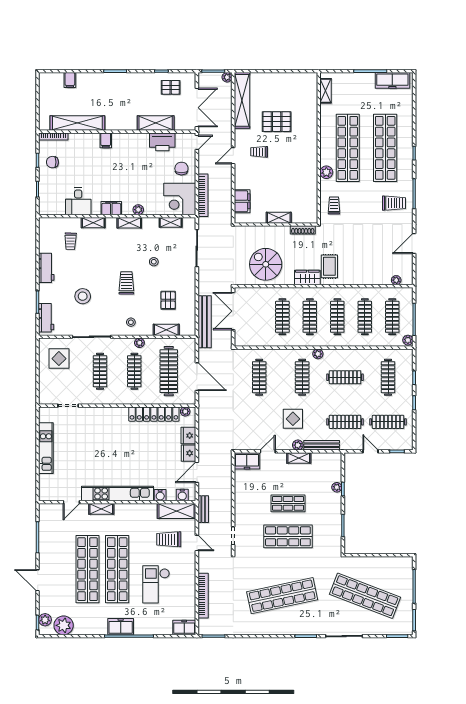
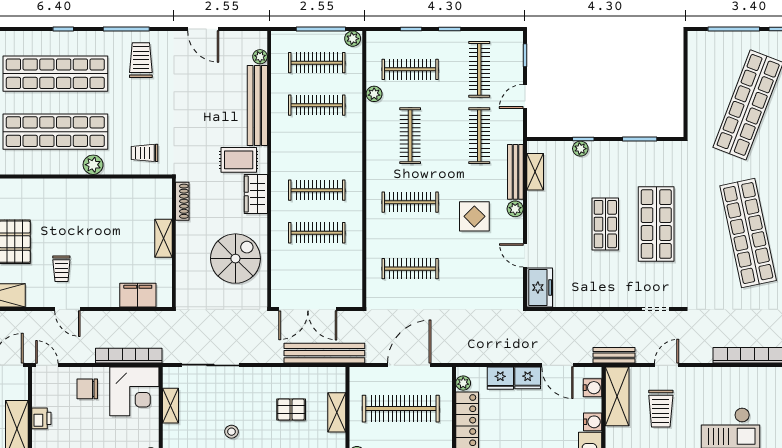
printer: (162, 142) -> (41, 418), width x0.53, depth x0.68
spiral stairs: (266, 264) -> (235, 259), turned 180
bench: (365, 278) -> (257, 106), added
clothes rail: (337, 317) -> (317, 148), removed
plant: (318, 354) -> (374, 94), moved
shelving: (299, 458) -> (535, 172), moved

